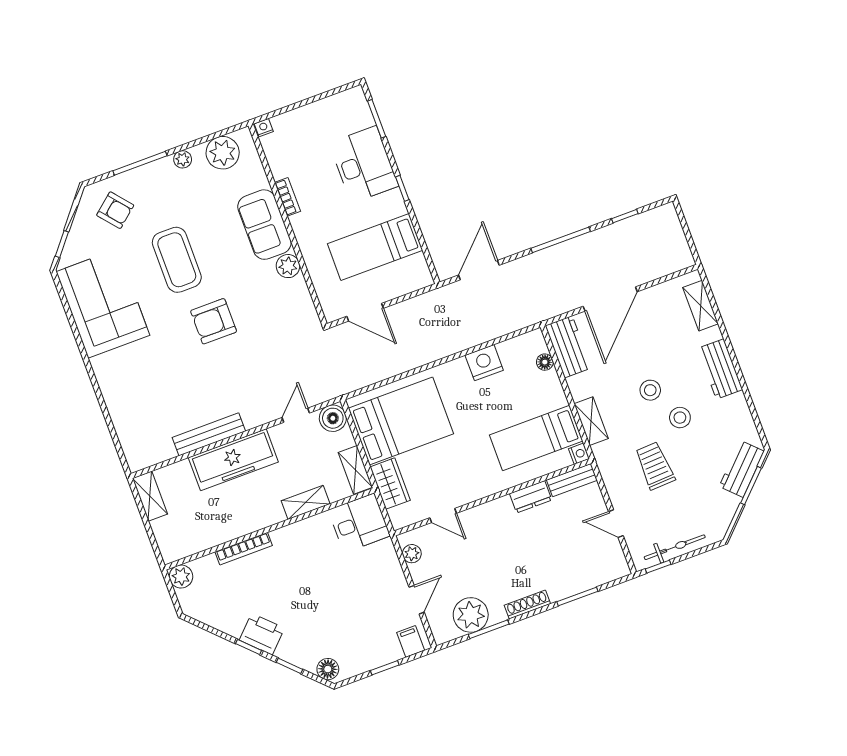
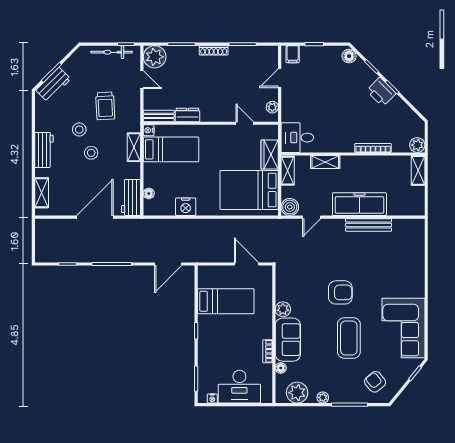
nightstand: (264, 128) -> (212, 399), moved
desk: (364, 164) -> (239, 387), moved, turned -90
floor lamp: (259, 180) -> (281, 368), added
shelving: (150, 496) -> (418, 170), moved
plant: (471, 615) -> (155, 57), moved

